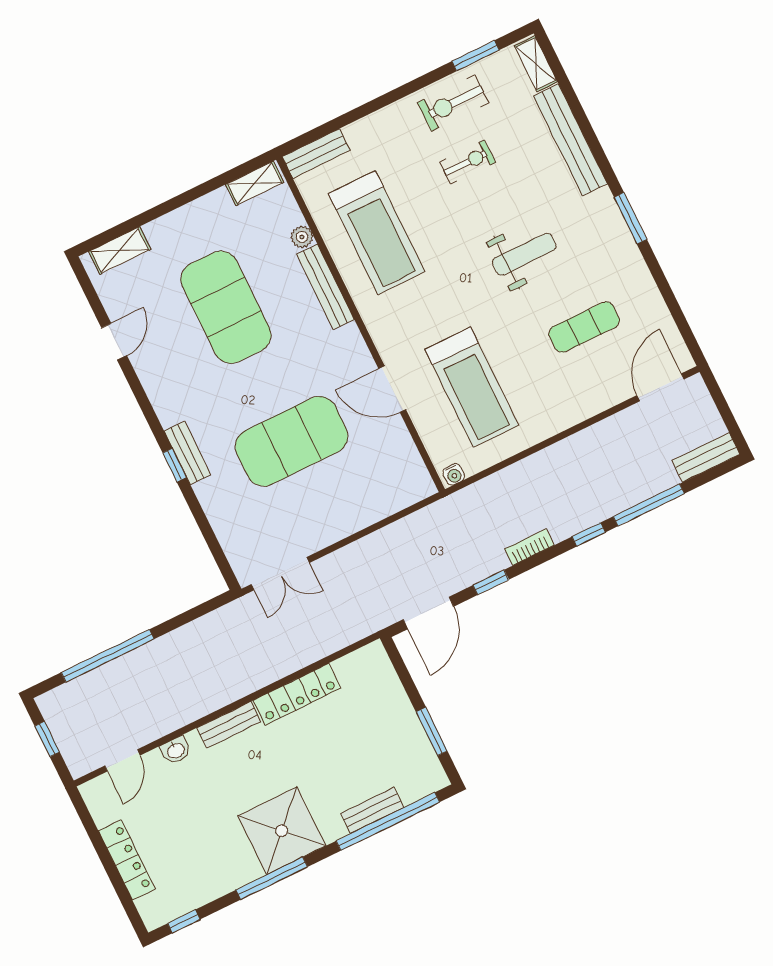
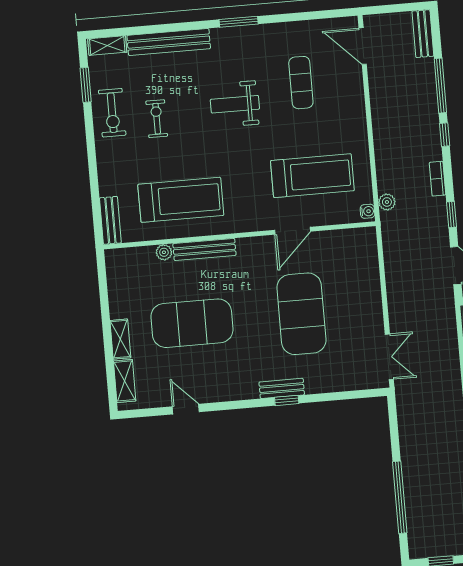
shelving: (255, 183) -> (120, 339), moved
weight bench: (524, 254) -> (235, 104), turned -90
plant: (475, 495) -> (387, 202), added

